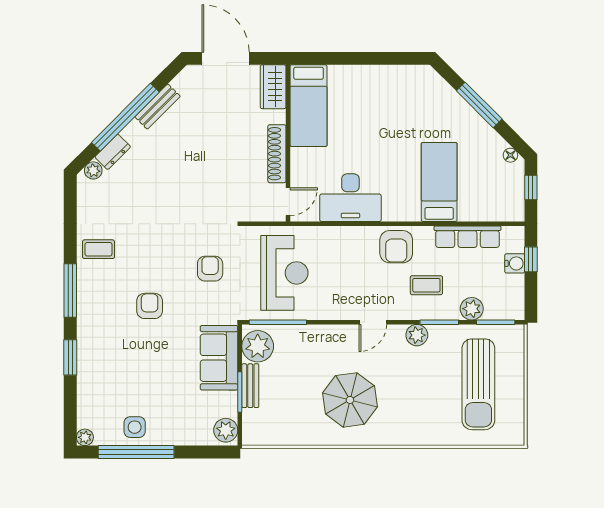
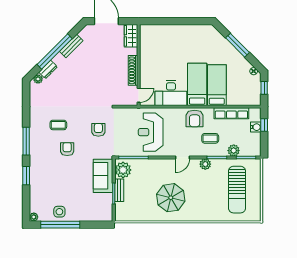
bed: (309, 106) -> (197, 84), moved, turned 180
coffee table: (99, 249) -> (58, 125), moved
reception desk: (284, 273) -> (151, 132), moved, turned 180
plant: (226, 430) -> (106, 213), removed

